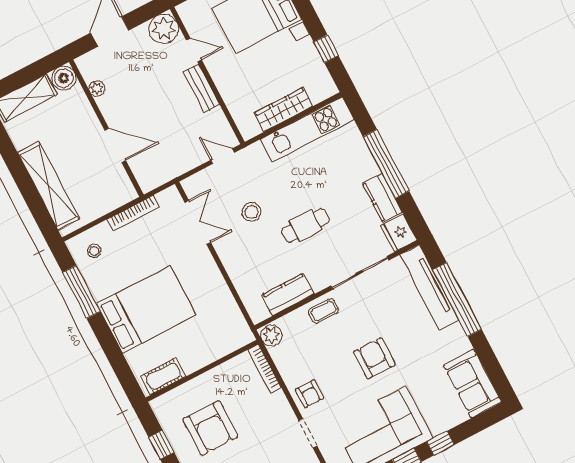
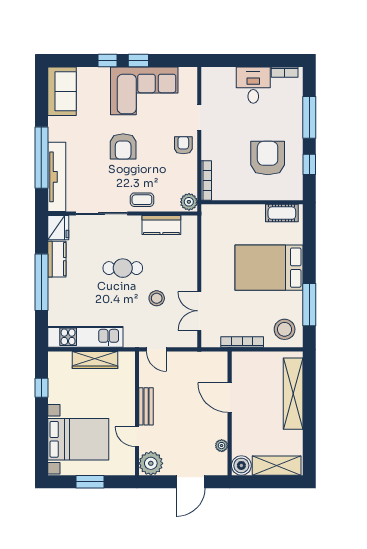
stool: (94, 251) -> (285, 329), width x1.89, depth x1.89

